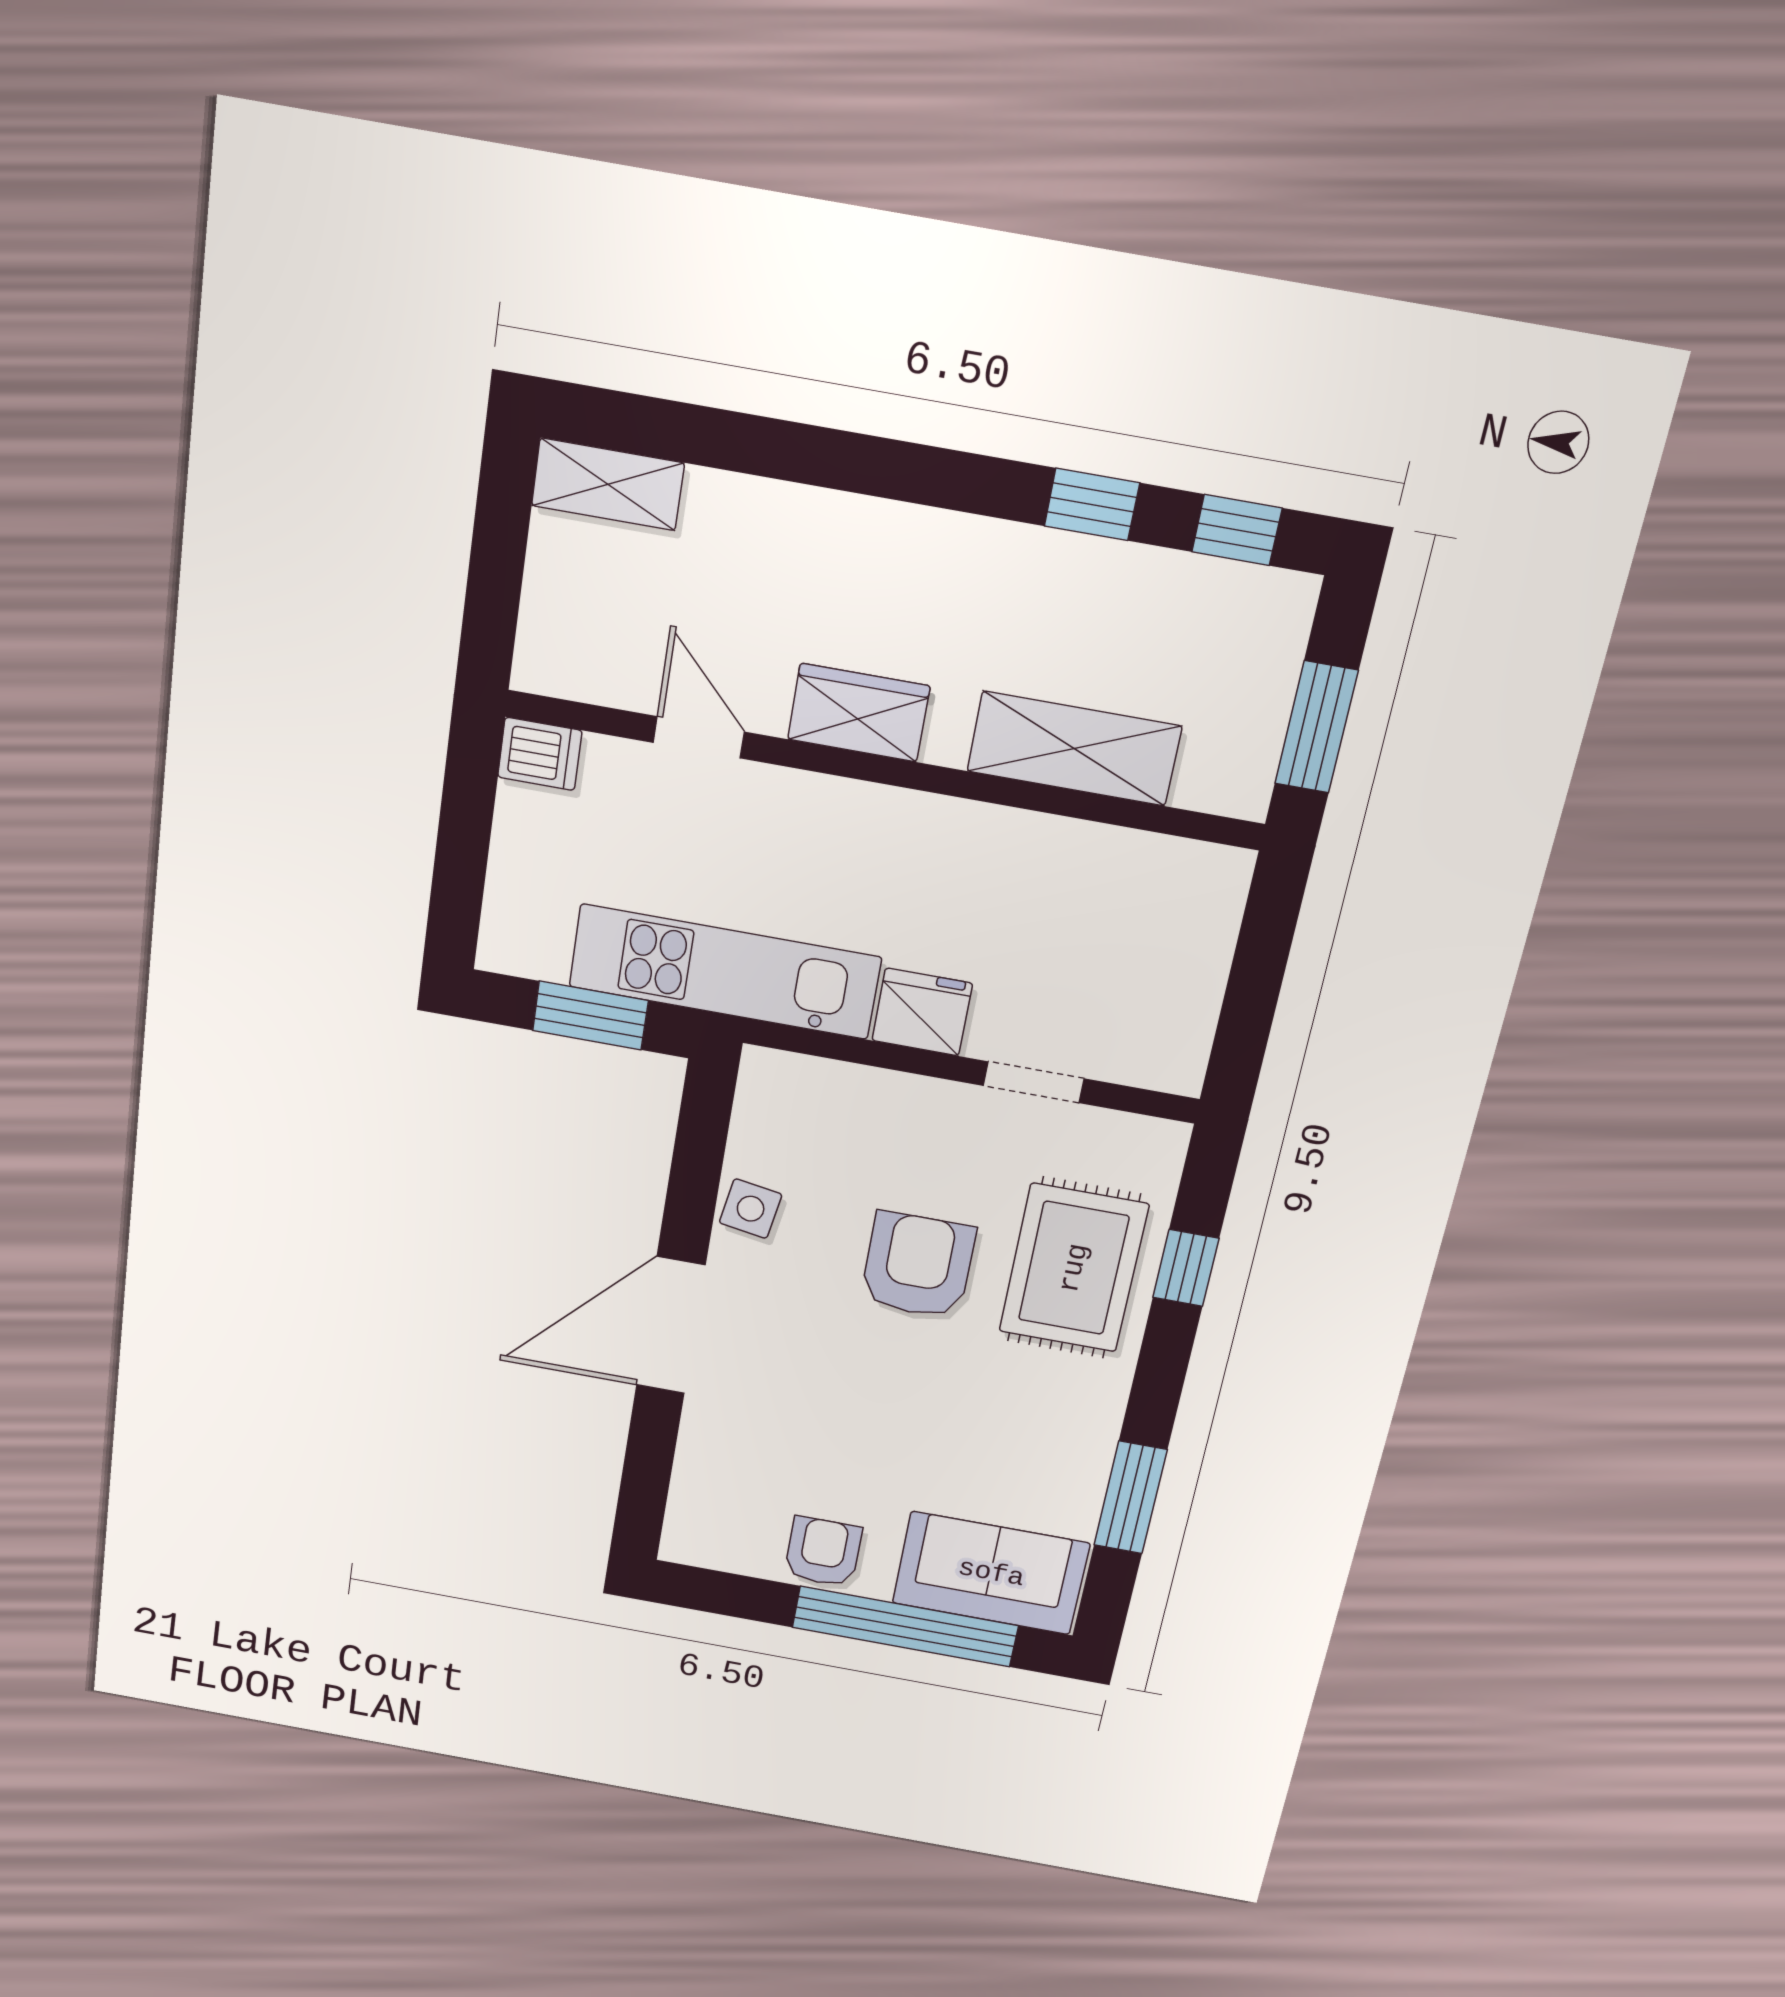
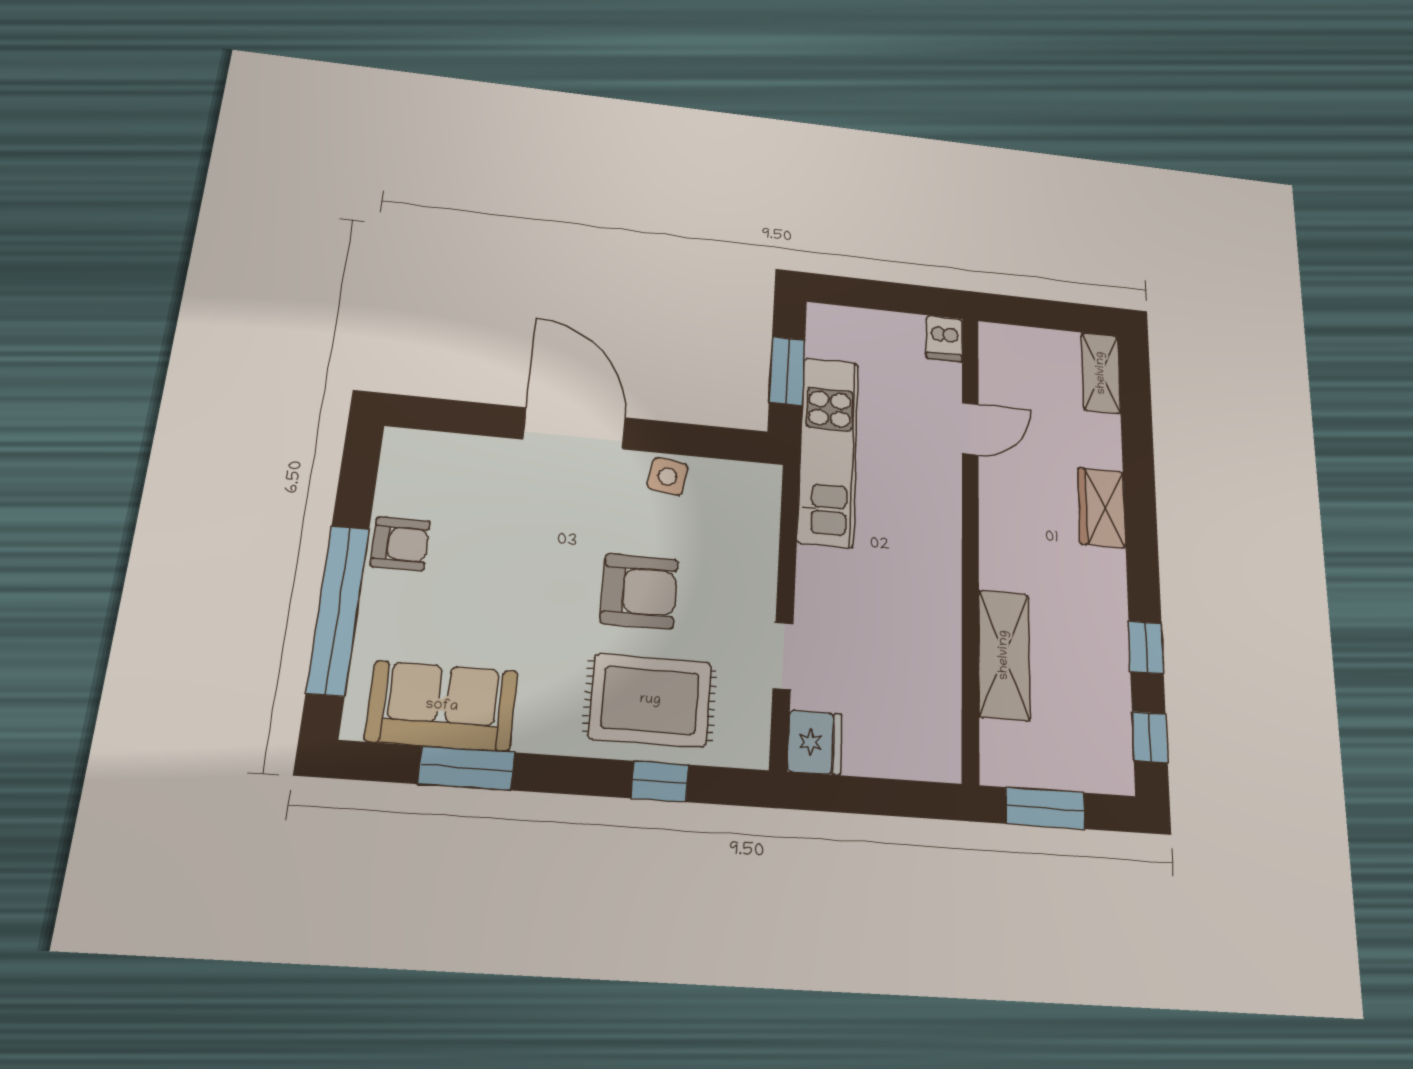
wardrobe: (859, 713) -> (1102, 508), moved, turned 180
fridge: (922, 1012) -> (815, 742), moved
sofa: (991, 1573) -> (442, 706), moved, turned -90

